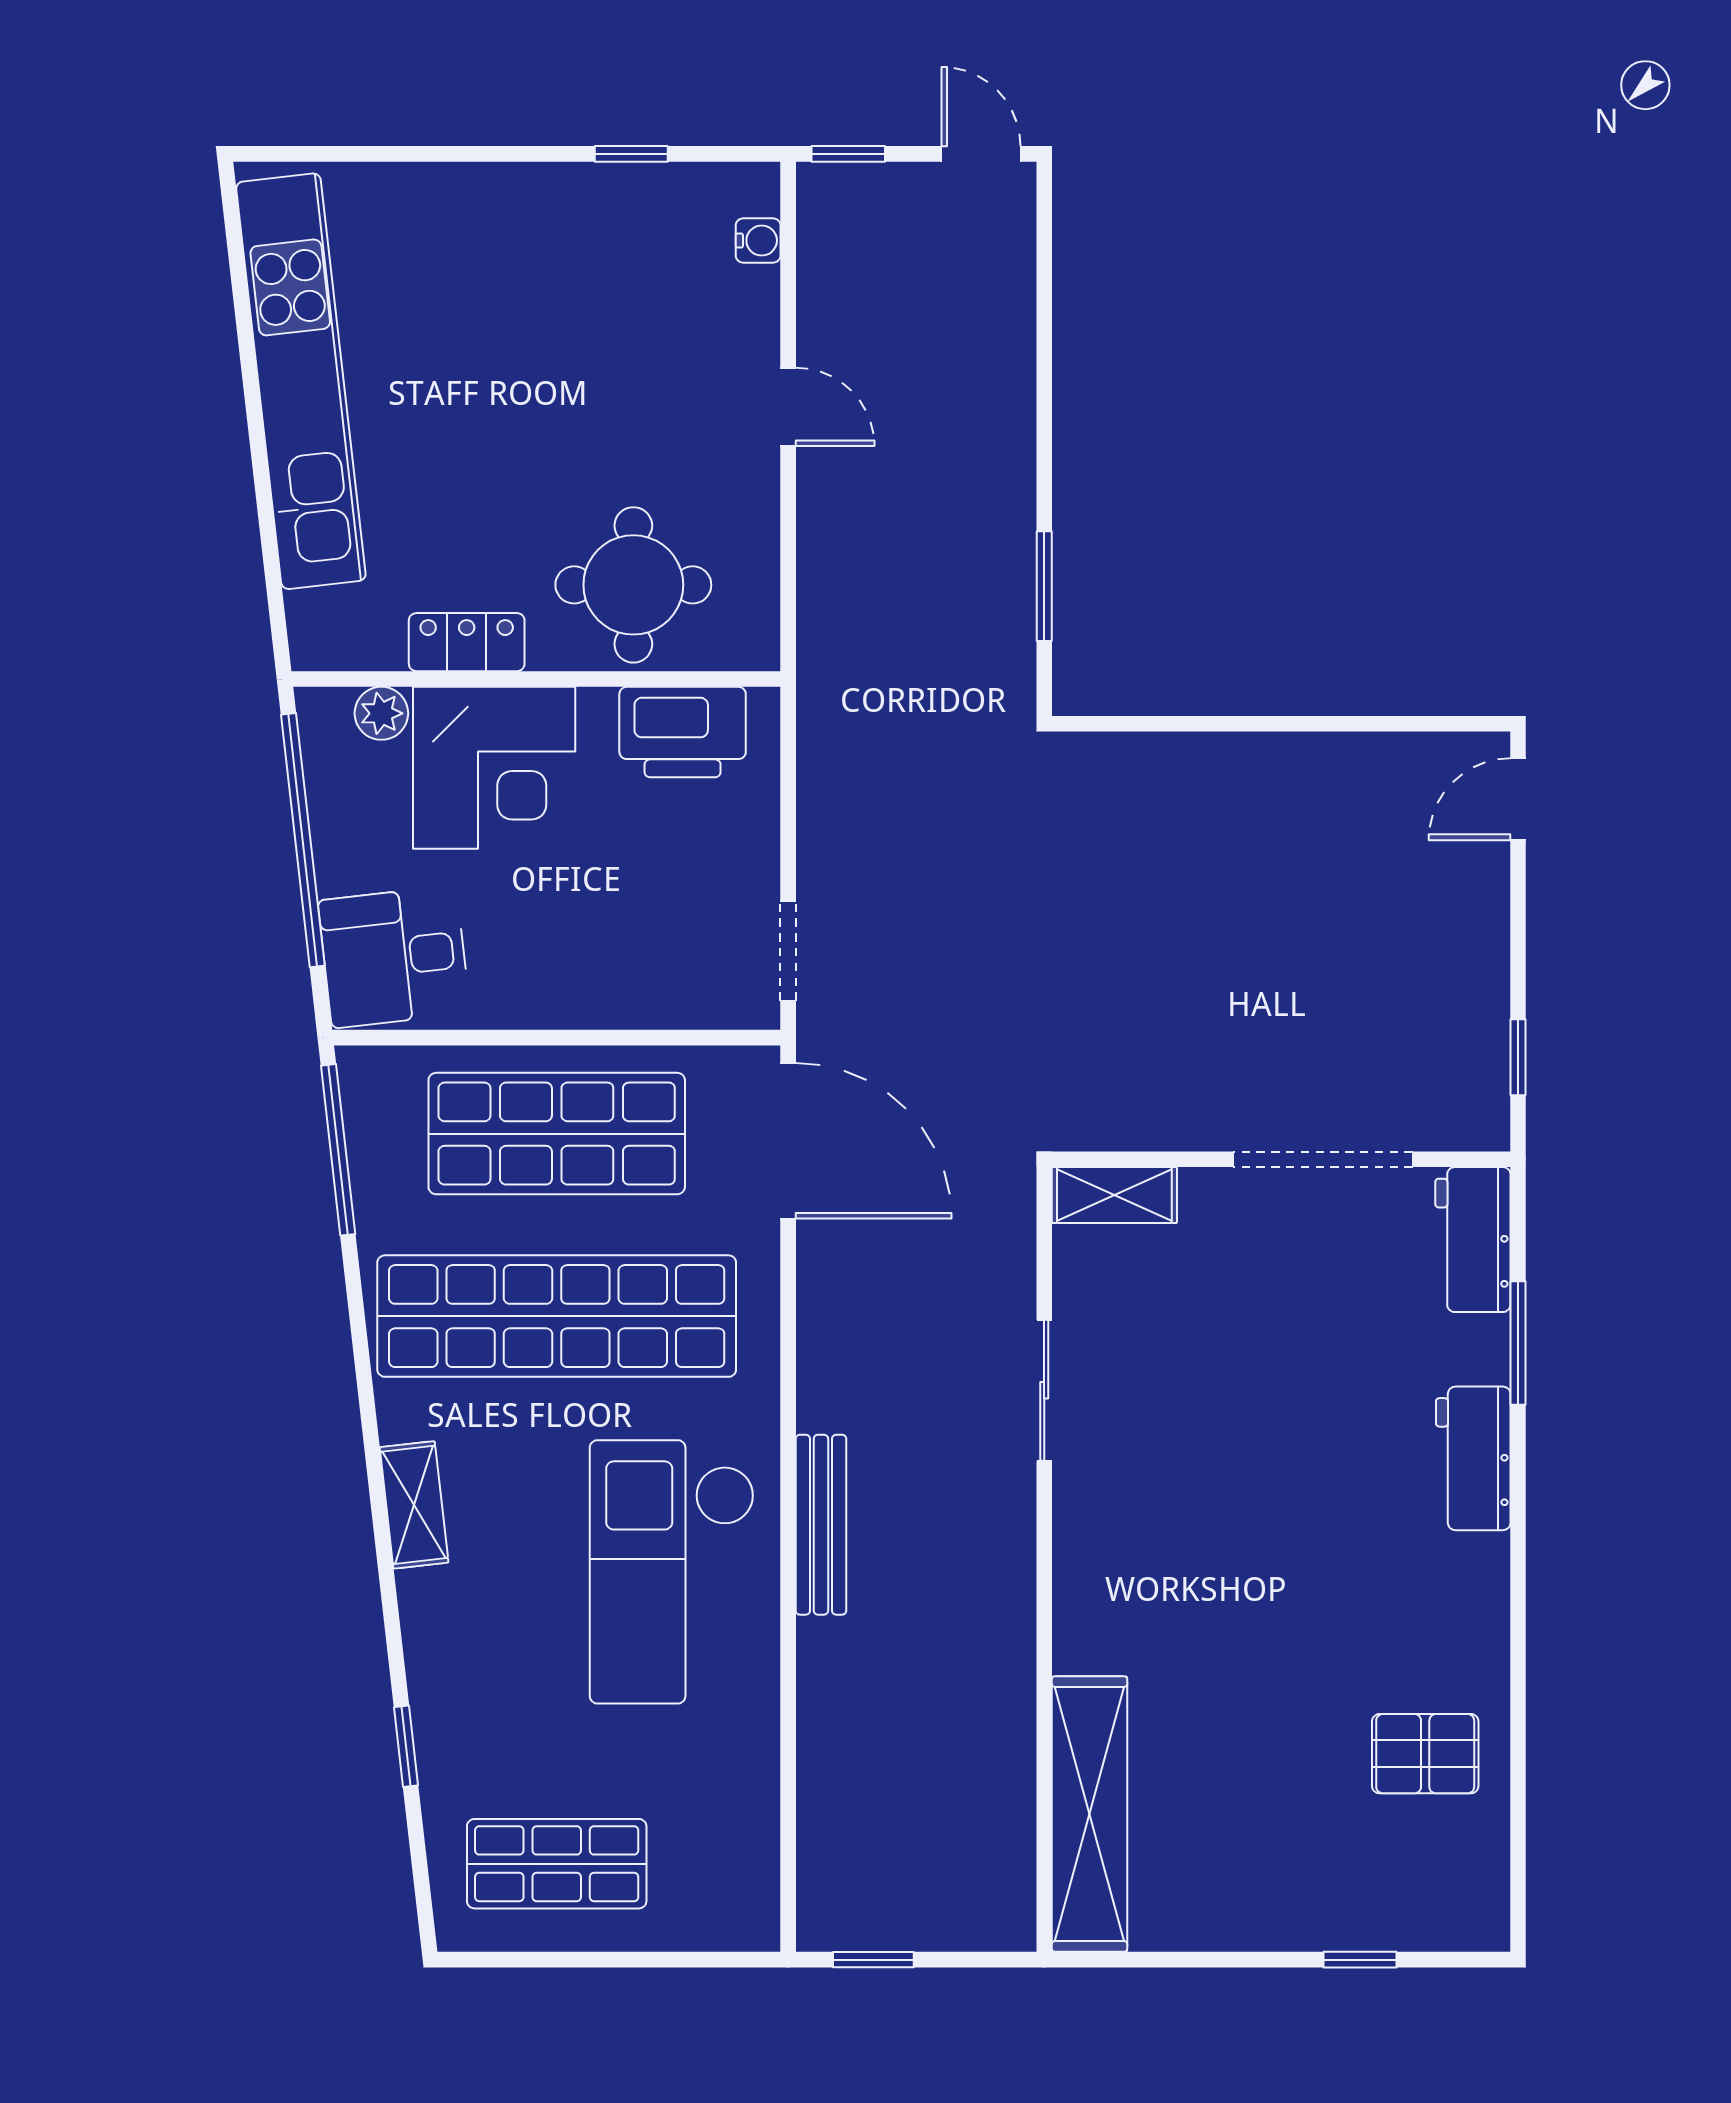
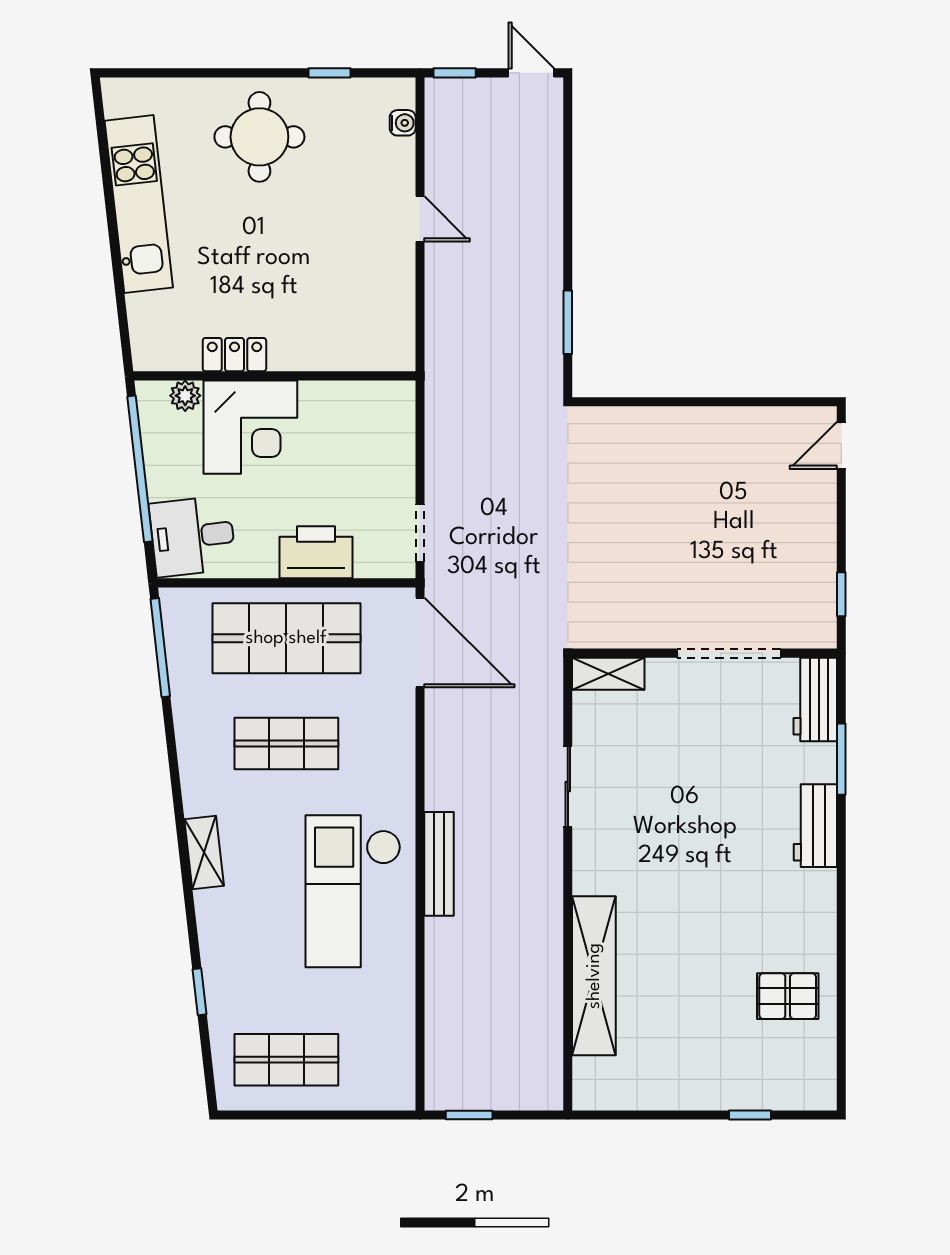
kitchen unit: (301, 381) -> (139, 204), width x0.73
round table: (633, 585) -> (259, 137), moved
printer: (683, 732) -> (316, 552), moved, turned 180
shop shelf: (557, 1316) -> (286, 744), width x0.50, depth x0.74
shelving: (1090, 1814) -> (594, 976), moved

